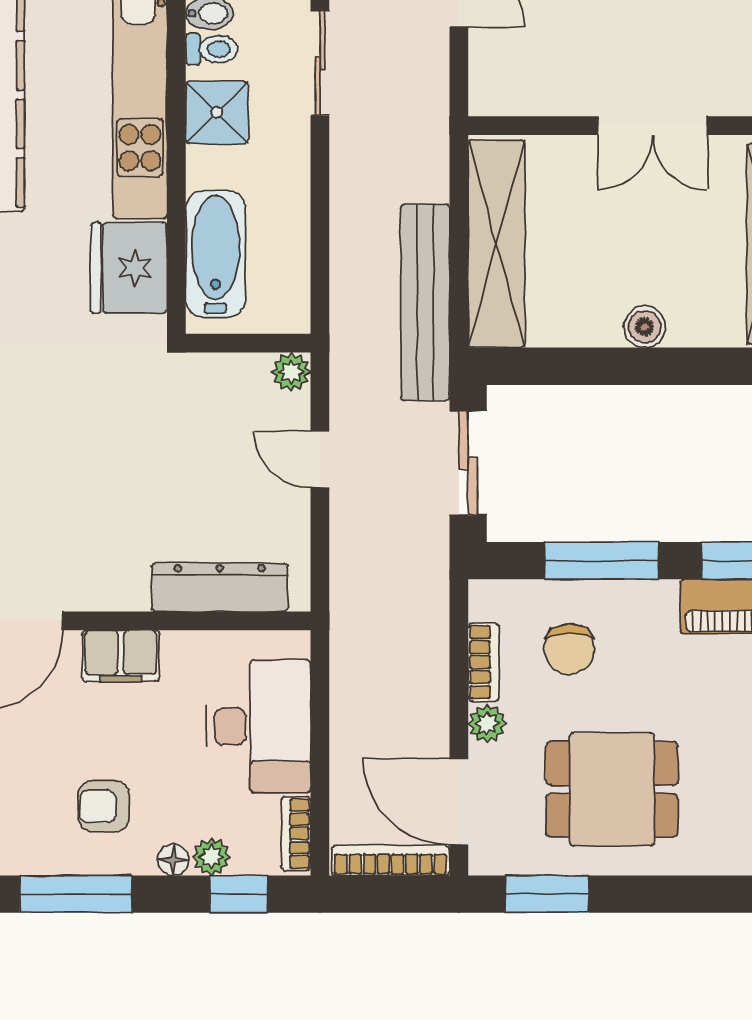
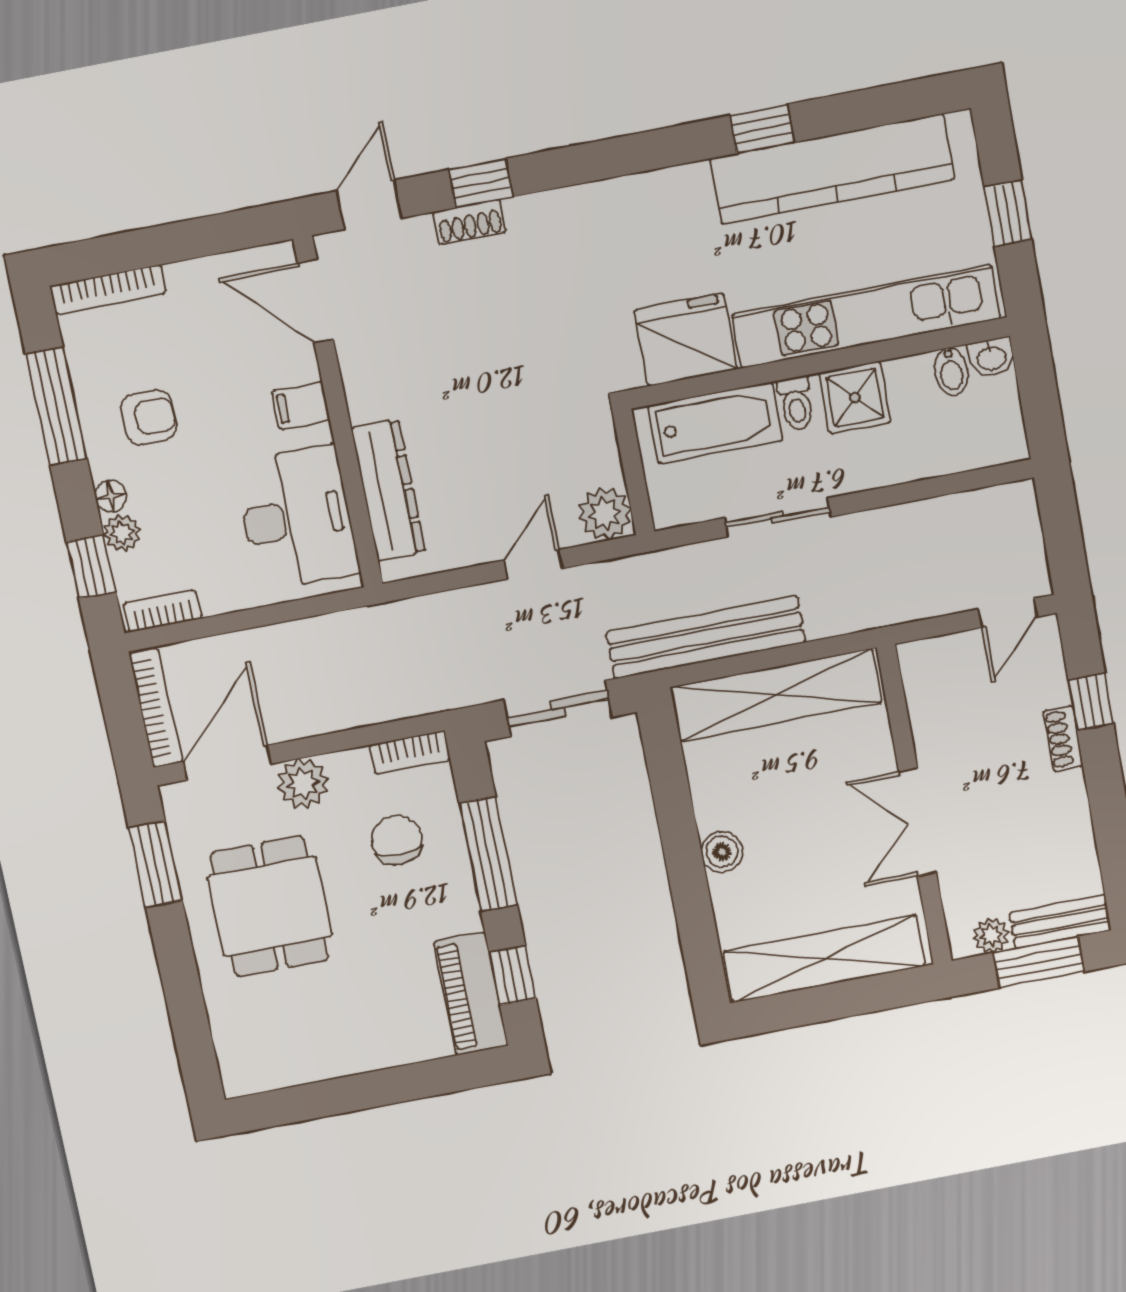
toilet: (212, 49) -> (796, 403), moved
sliding door: (320, 63) -> (777, 517), moved
plant: (291, 372) -> (605, 514), width x1.38, depth x1.38
chair: (569, 649) -> (397, 840), turned 90
filing cabinet: (121, 656) -> (301, 406), width x0.50
bookcase: (484, 662) -> (410, 752), moved
plant: (487, 724) -> (303, 783), width x1.38, depth x1.38
desk: (258, 726) -> (297, 518), moved, turned -90
armchair: (104, 806) -> (149, 417), turned 90

